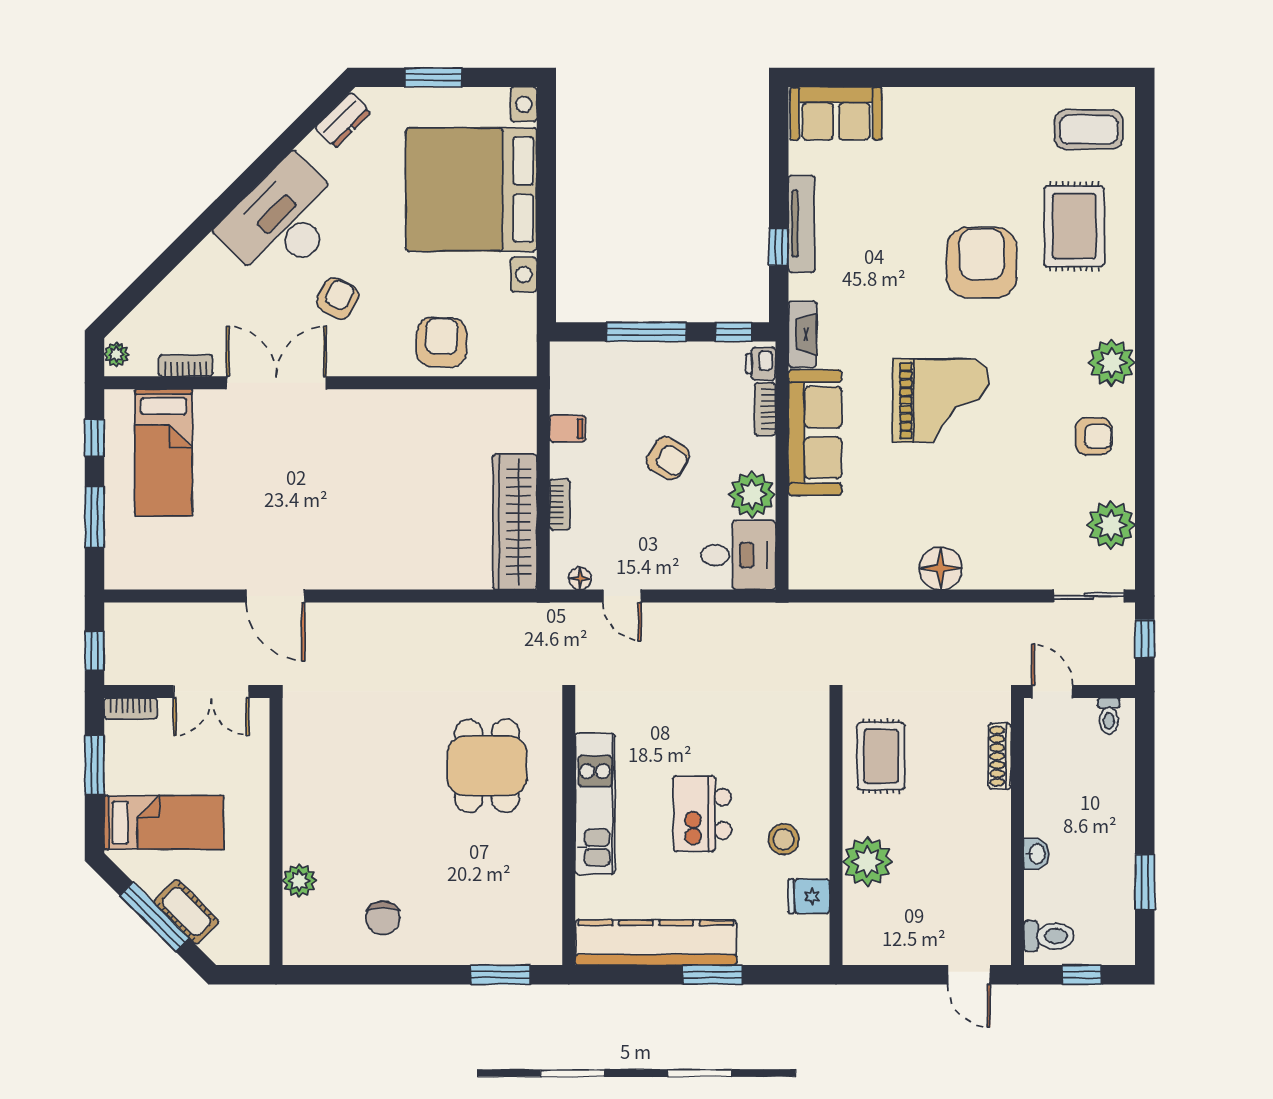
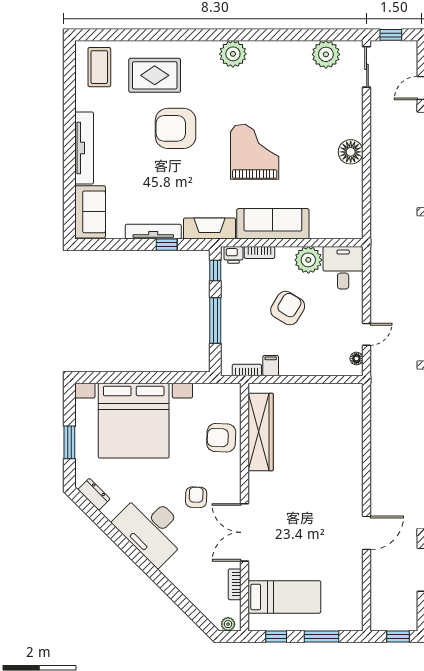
tv unit: (947, 103) -> (84, 148), added
armchair: (338, 298) -> (196, 497), turned 65
fireplace: (802, 334) -> (210, 228), width x1.37, depth x1.32
armchair: (1094, 436) -> (275, 64), removed
armchair: (668, 458) -> (288, 308), width x1.38, depth x1.38
bookcase: (560, 505) -> (247, 370), moved
wardrobe: (515, 522) -> (261, 432), moved, turned -90

